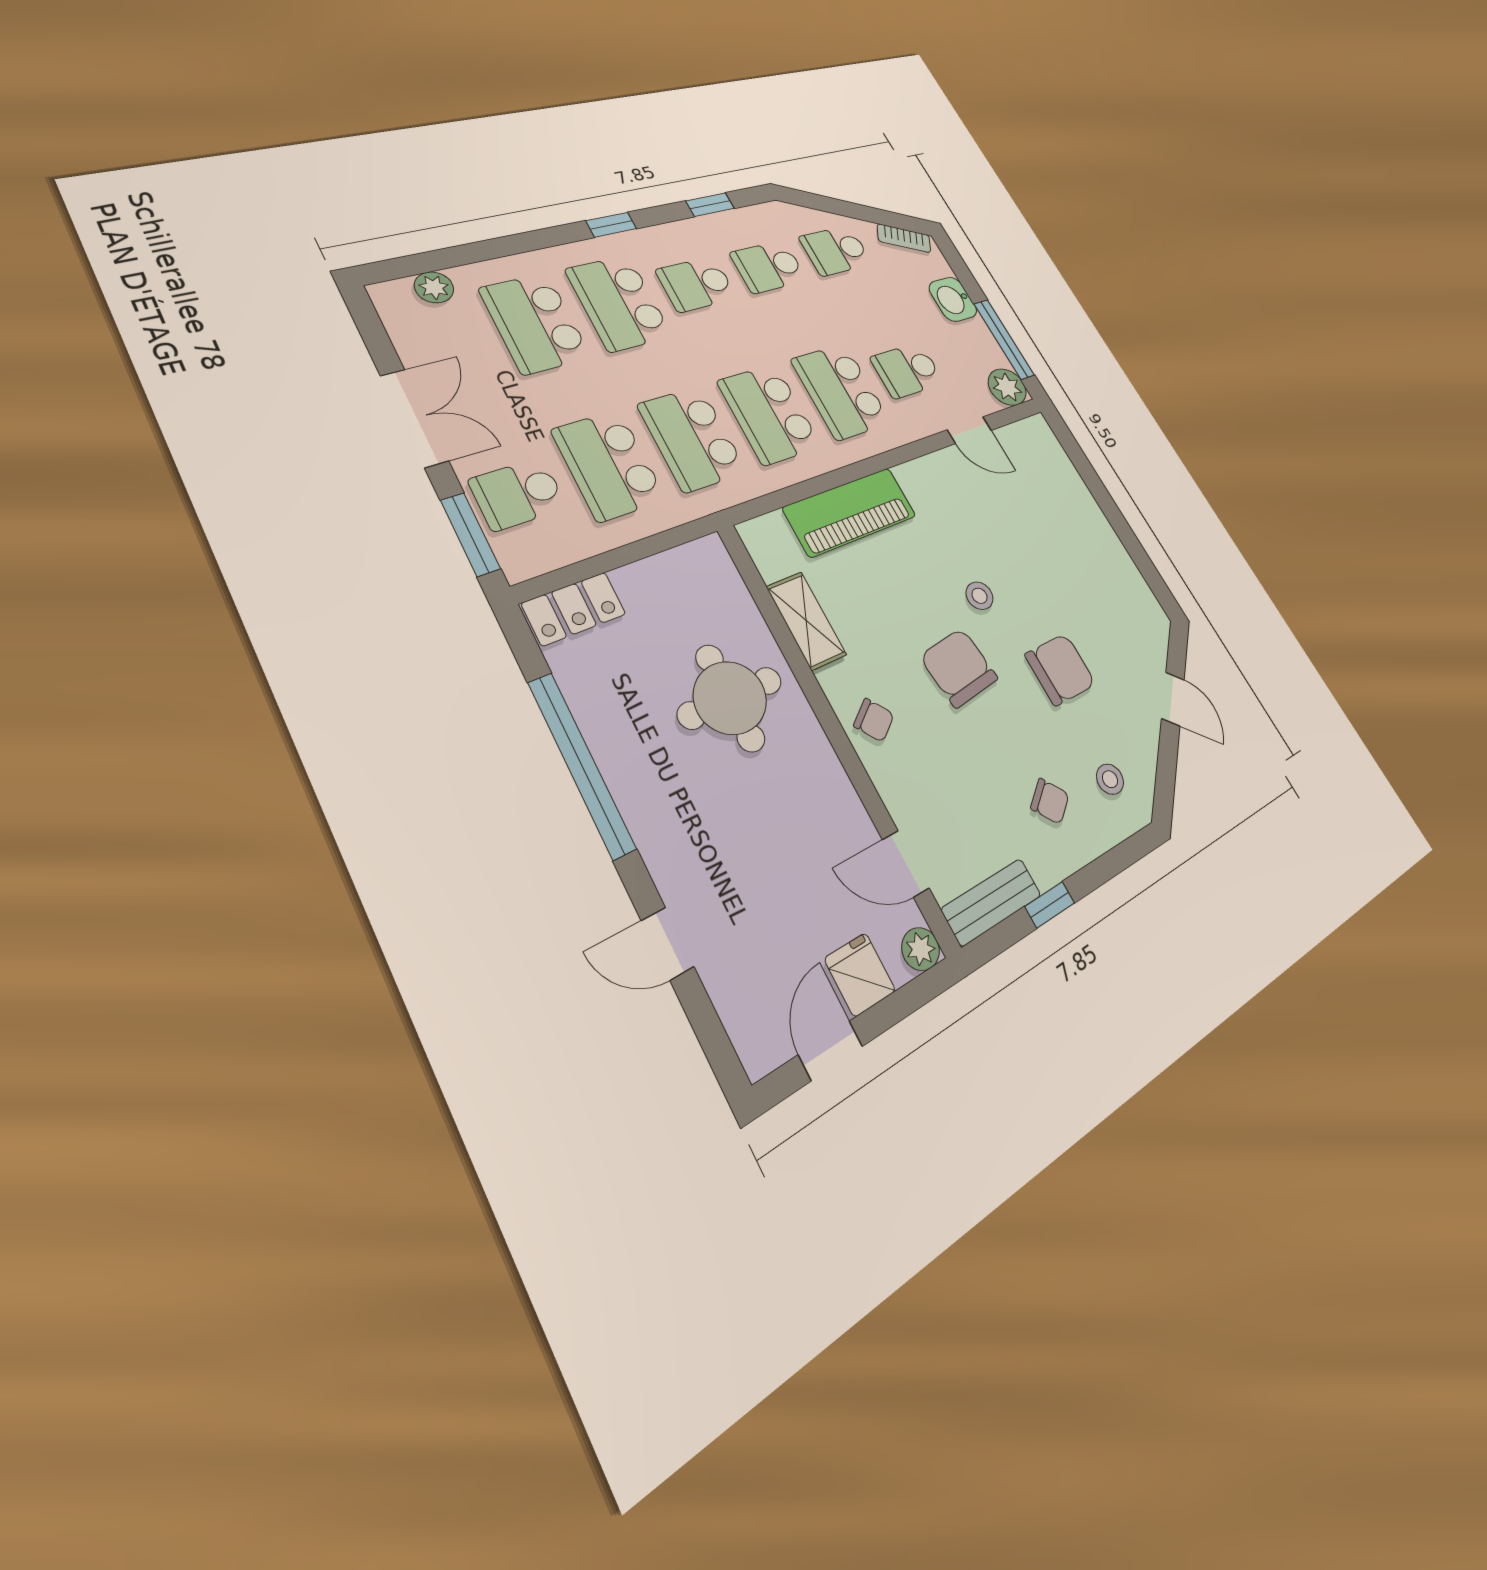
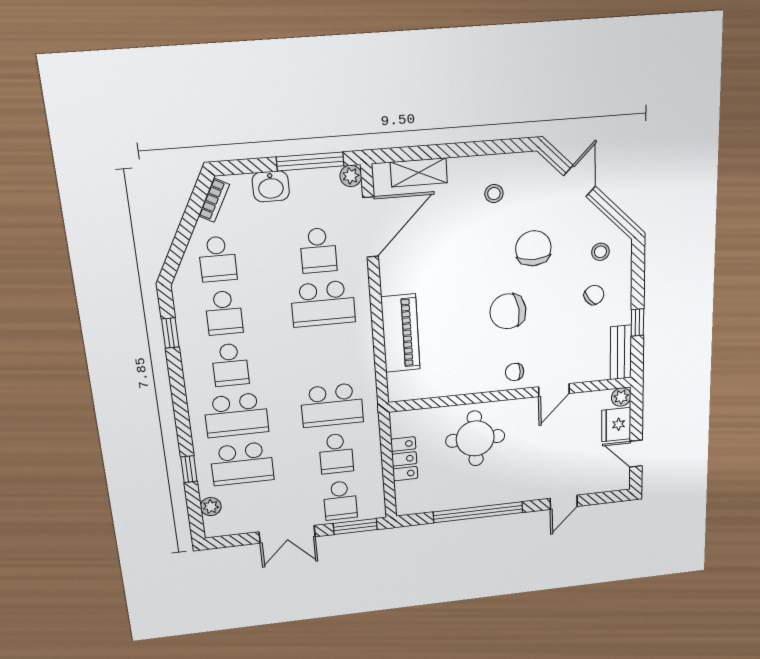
window: (611, 225) -> (189, 469), moved
plant: (1007, 387) -> (351, 176), width x0.73, depth x0.73
school desk: (769, 414) -> (327, 355), removed
double door: (414, 418) -> (287, 534), swing flipped
door: (969, 430) -> (371, 227), width x1.88
school desk: (609, 465) -> (336, 454), width x0.54
stool: (980, 596) -> (494, 194), moved
locker: (574, 609) -> (404, 459), moved
shelving: (806, 621) -> (419, 172), moved
door: (1173, 699) -> (580, 181), hinge flipped
chair: (874, 720) -> (515, 372), turned -144
door: (906, 864) -> (554, 390), moved
fridge: (860, 975) -> (616, 425), width x1.38

